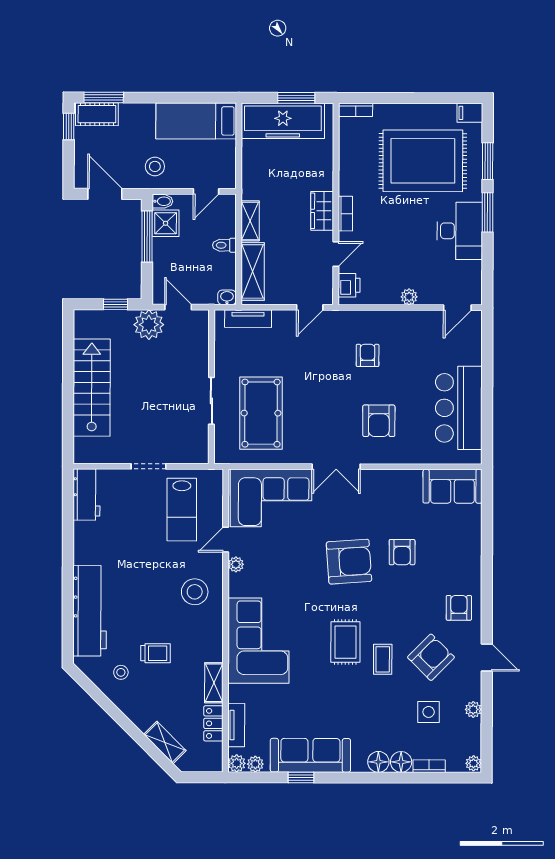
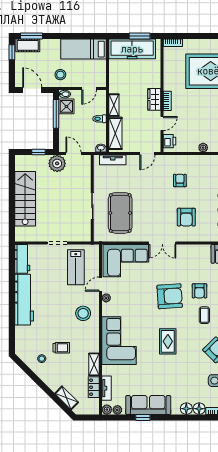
workbench: (90, 611) -> (24, 300), moved
coffee table: (383, 659) -> (204, 315), moved

